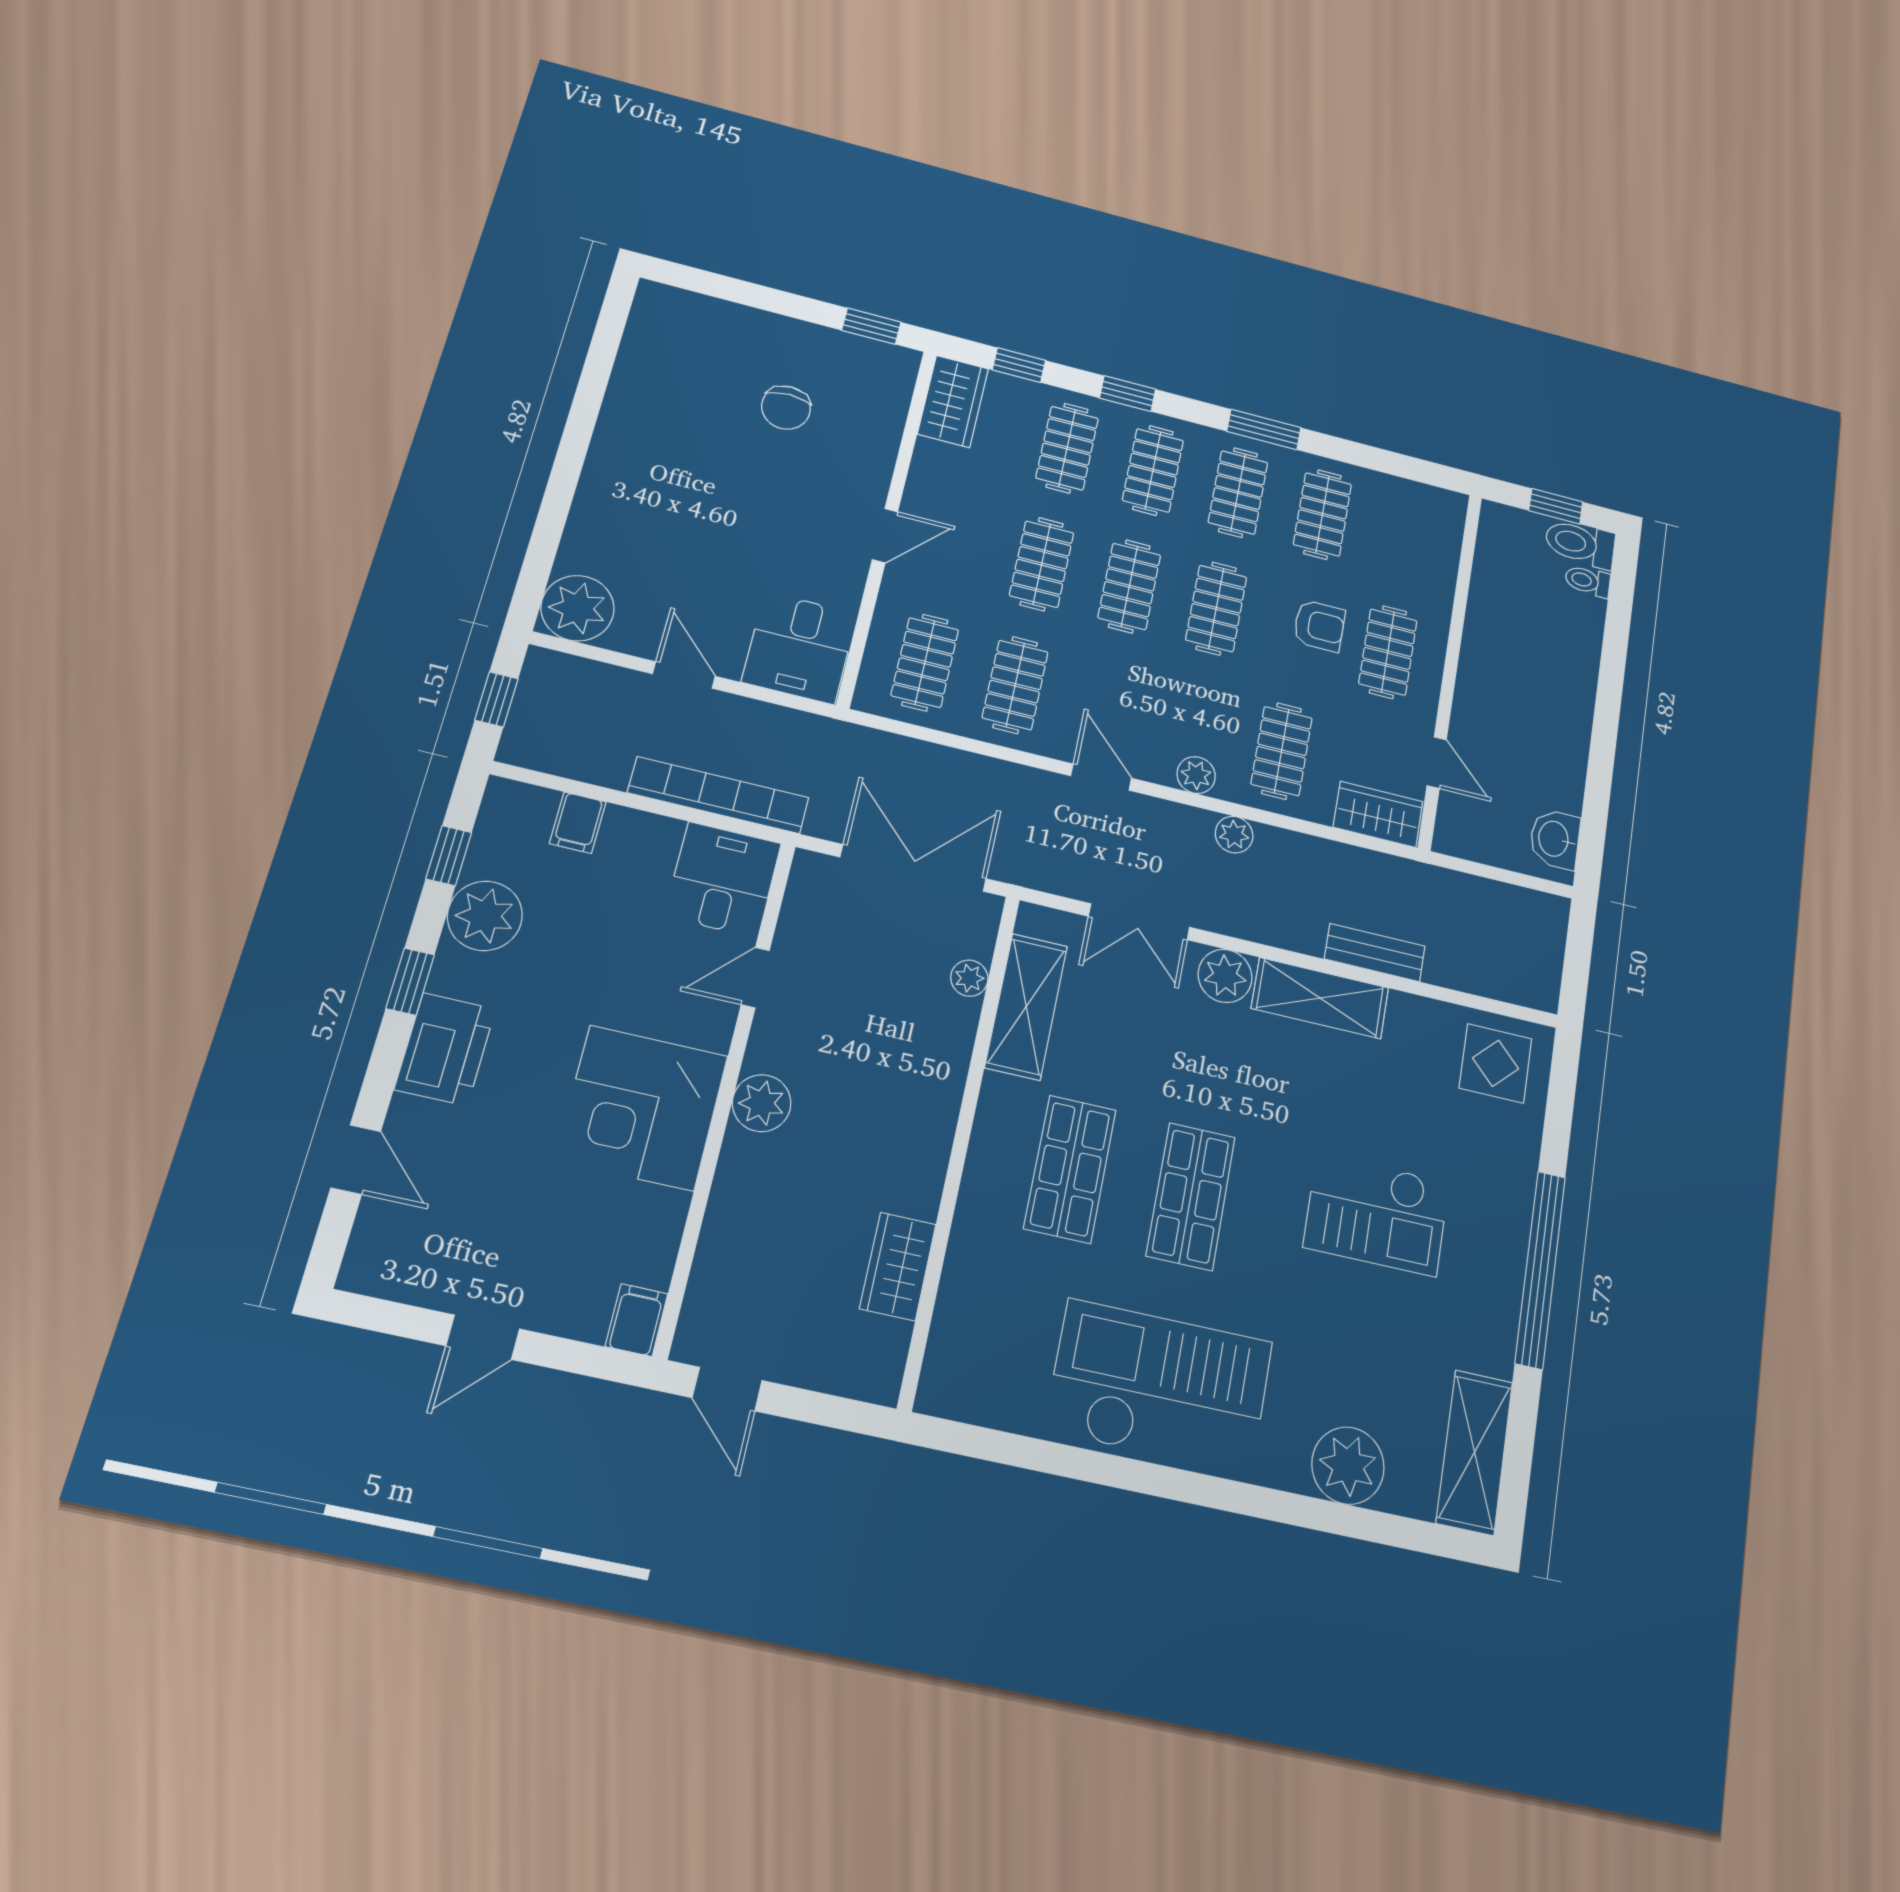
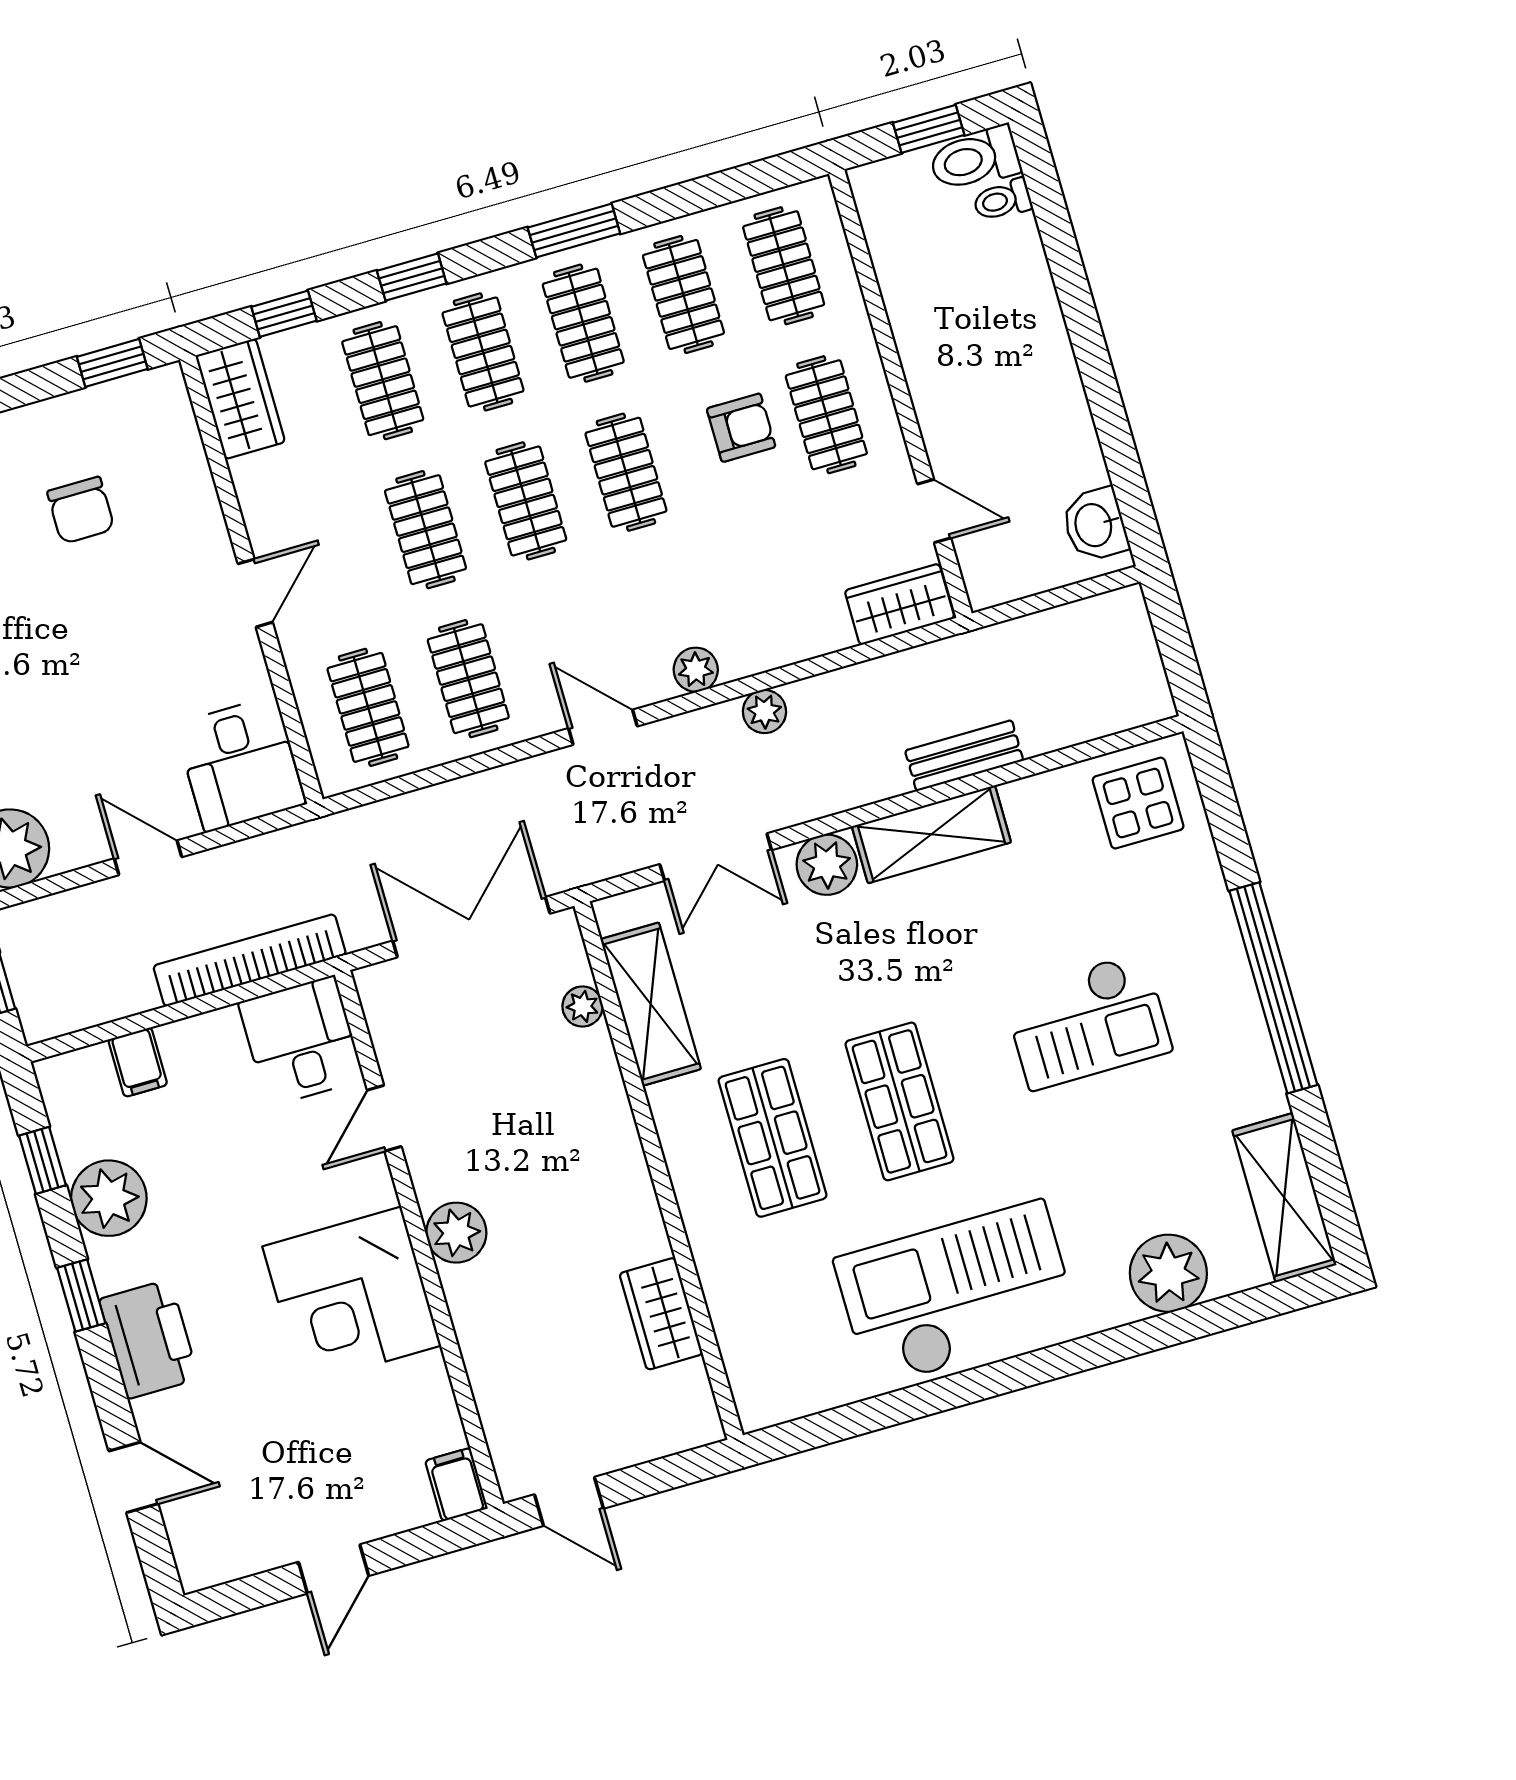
clothes rail: (1282, 751) -> (784, 266), moved

